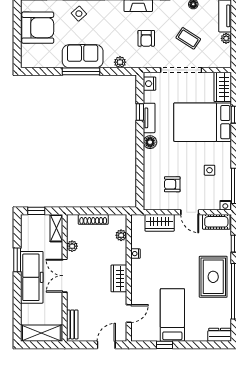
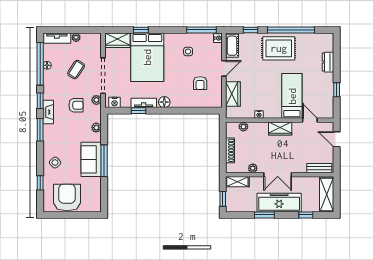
plant: (152, 62) -> (96, 100), added
window: (17, 309) -> (306, 215), added
bed: (172, 315) -> (292, 96), moved, turned 90
dresser: (220, 335) -> (328, 62), moved

